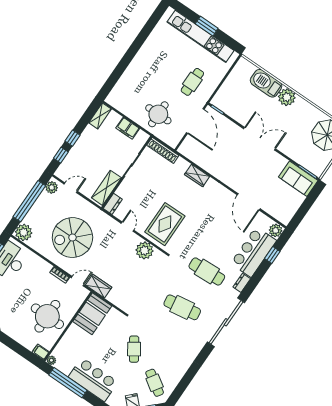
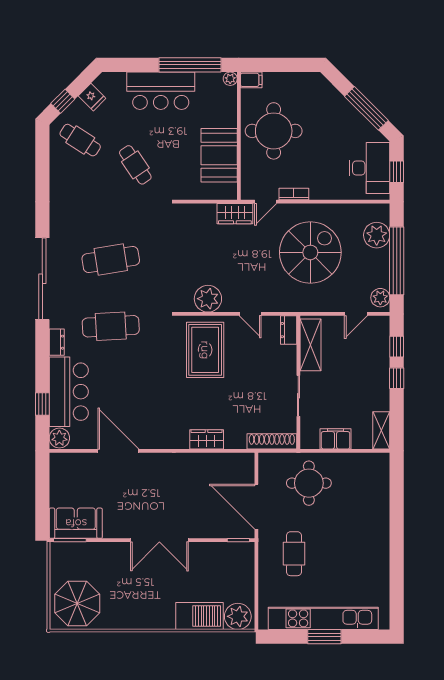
plant: (287, 97) -> (238, 616), moved
plant: (24, 232) -> (377, 235), moved
booth: (92, 314) -> (219, 155), moved

